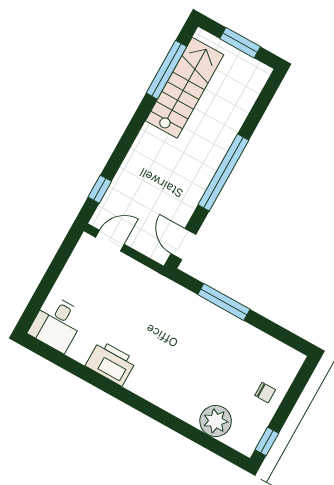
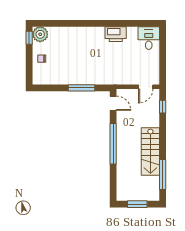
stairs: (185, 88) -> (150, 152), moved
plant: (216, 421) -> (40, 34), moved

